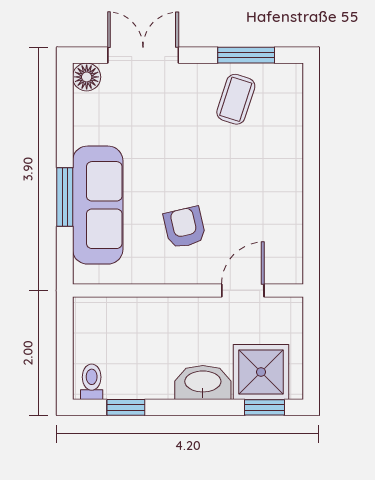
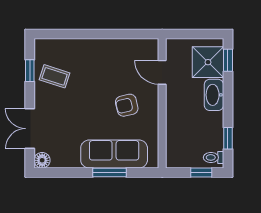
window: (246, 55) -> (30, 71), width x0.67
window: (65, 360) -> (201, 173), added

